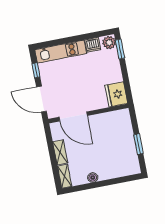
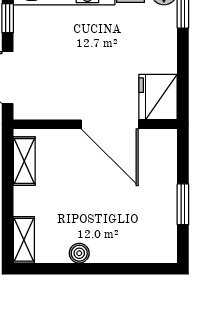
door: (73, 116) -> (110, 124), moved
shelving: (60, 152) -> (24, 161), moved

